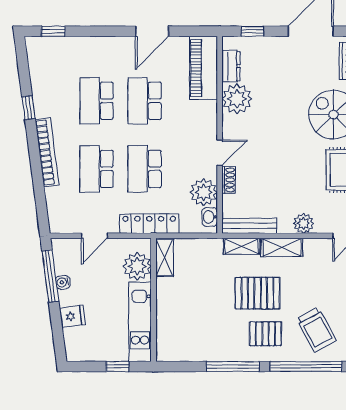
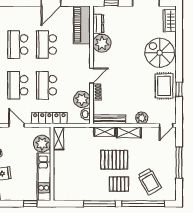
door: (94, 236) -> (17, 125), swing flipped

